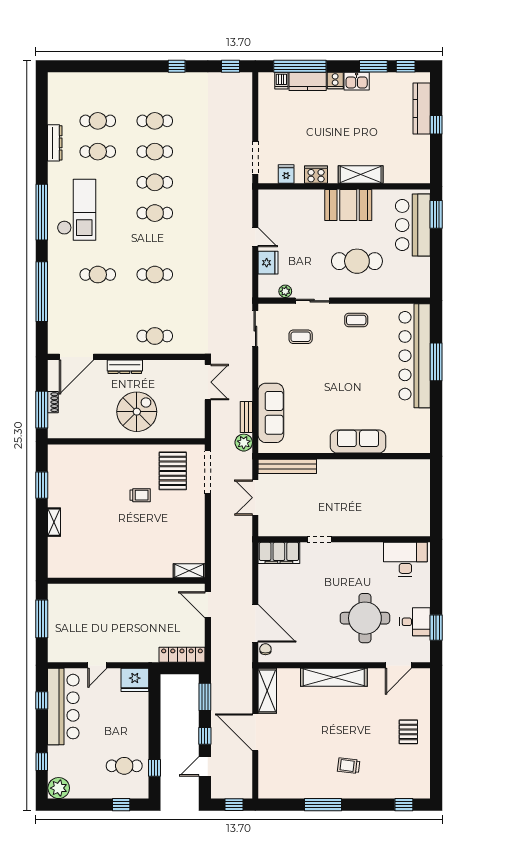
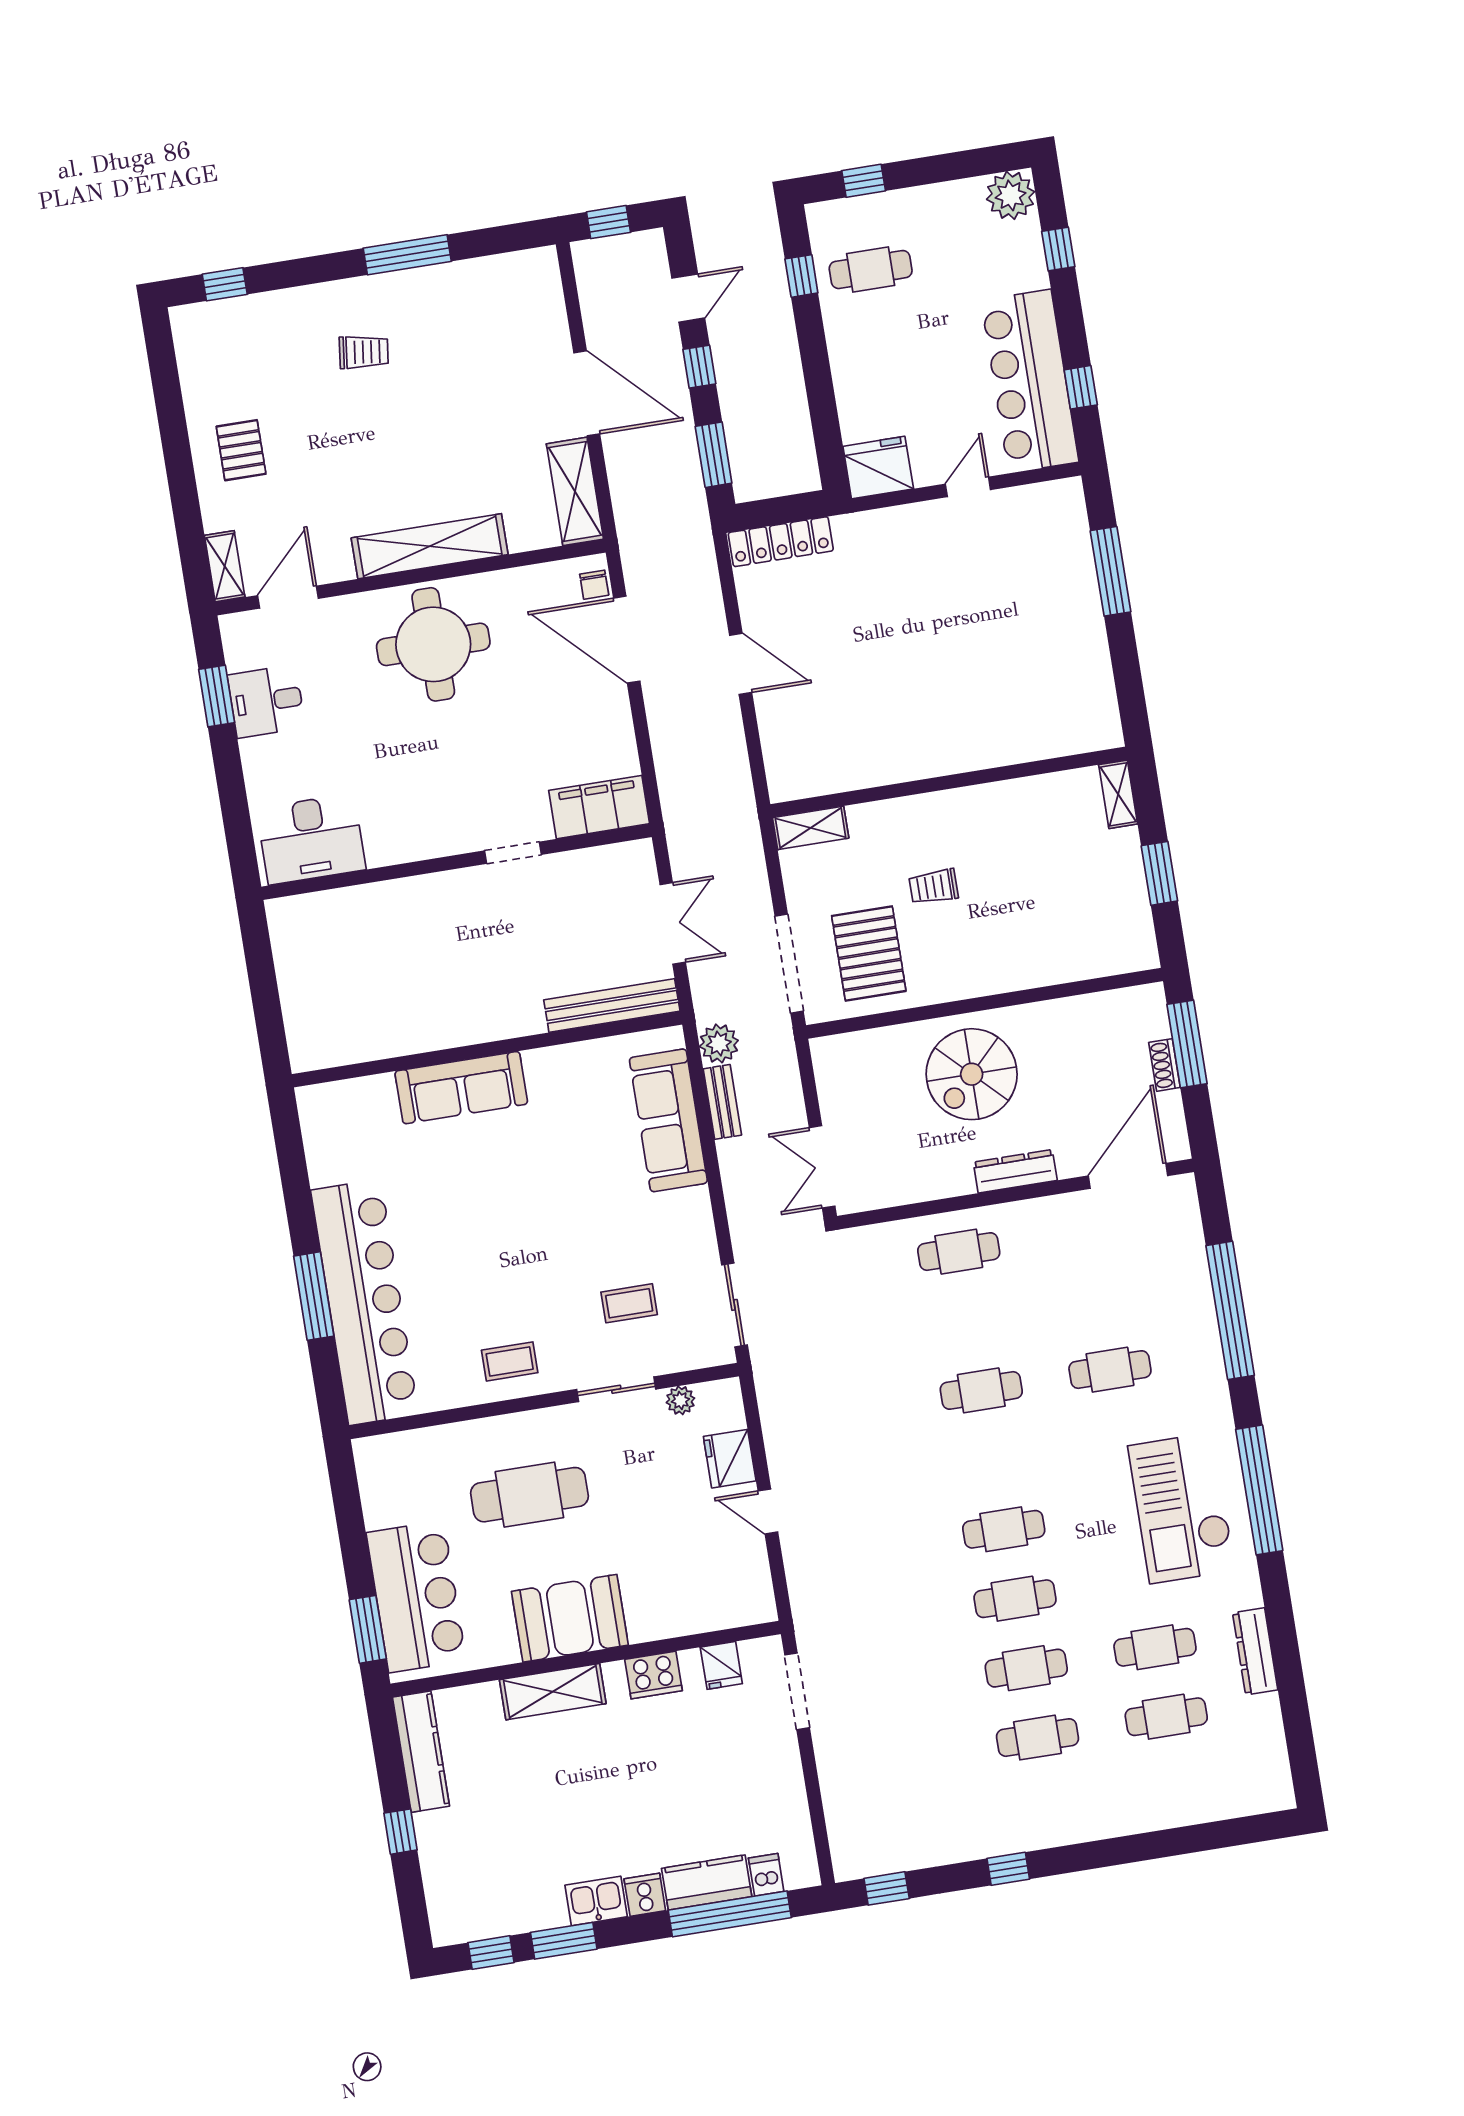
kitchen counter: (422, 108) -> (421, 1752), moved
shelving: (189, 571) -> (811, 828), moved
wall: (126, 581) -> (949, 782), moved
round table: (365, 618) -> (433, 644), moved
shelving: (424, 683) -> (225, 566), added

